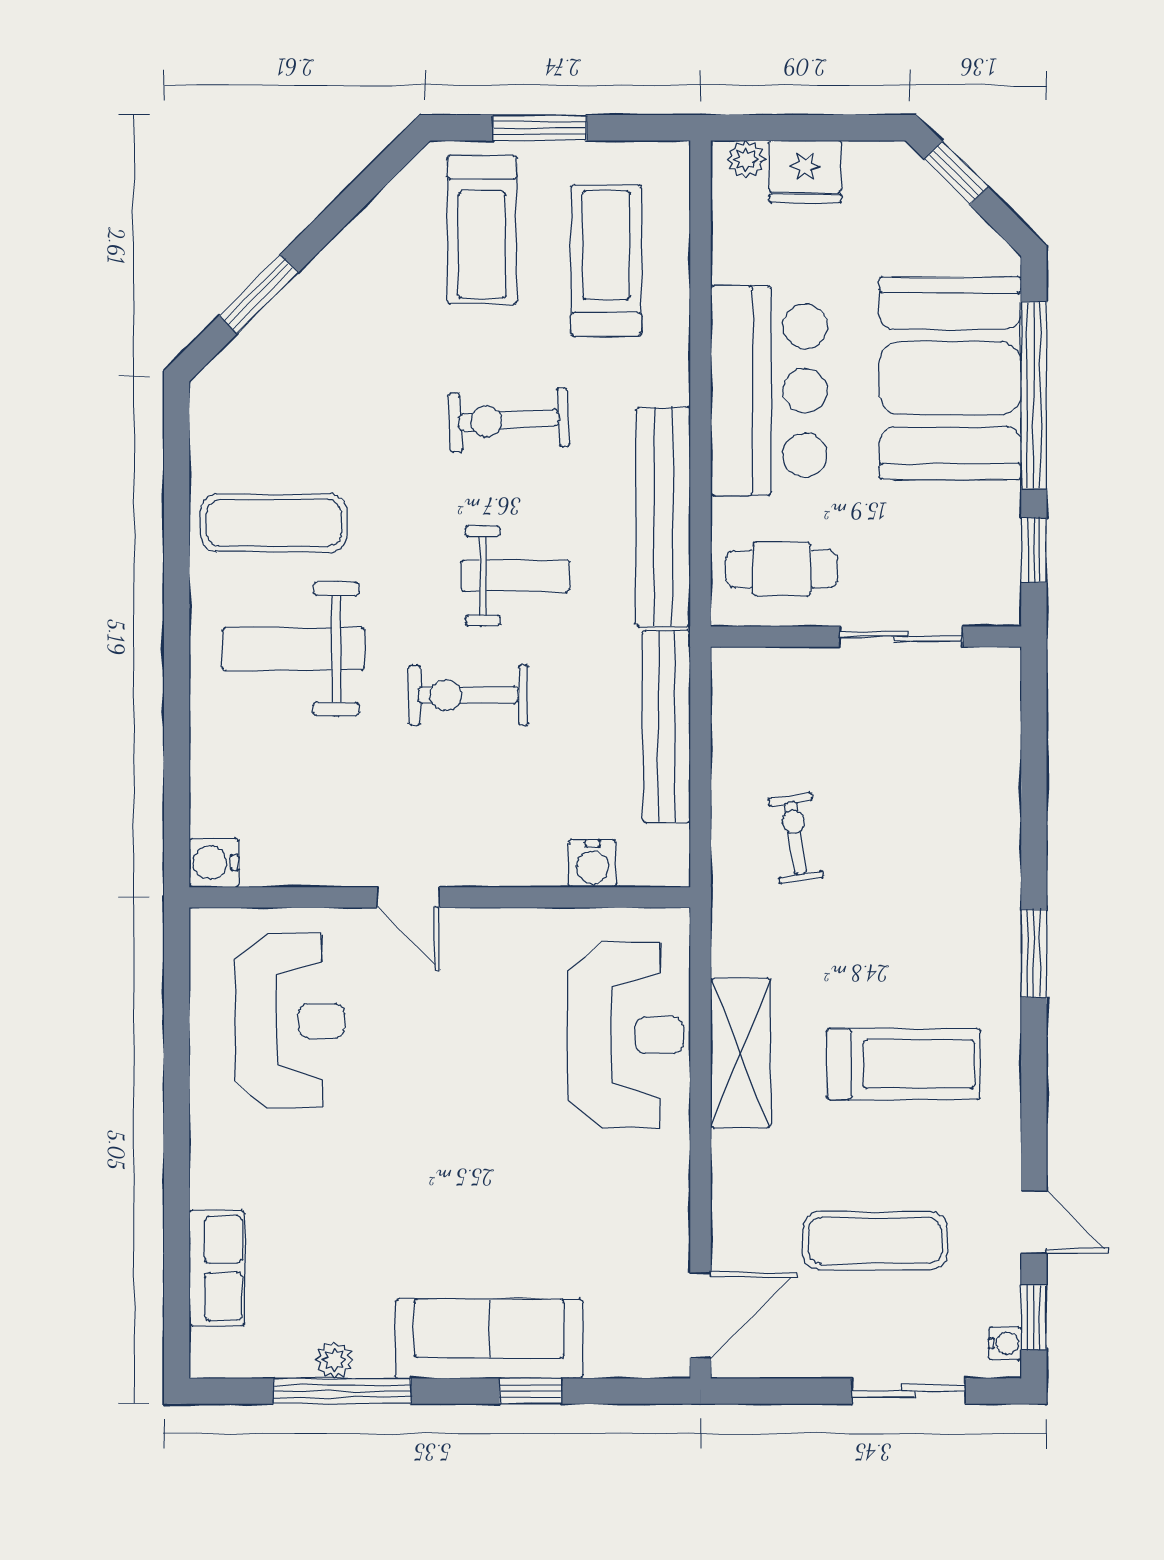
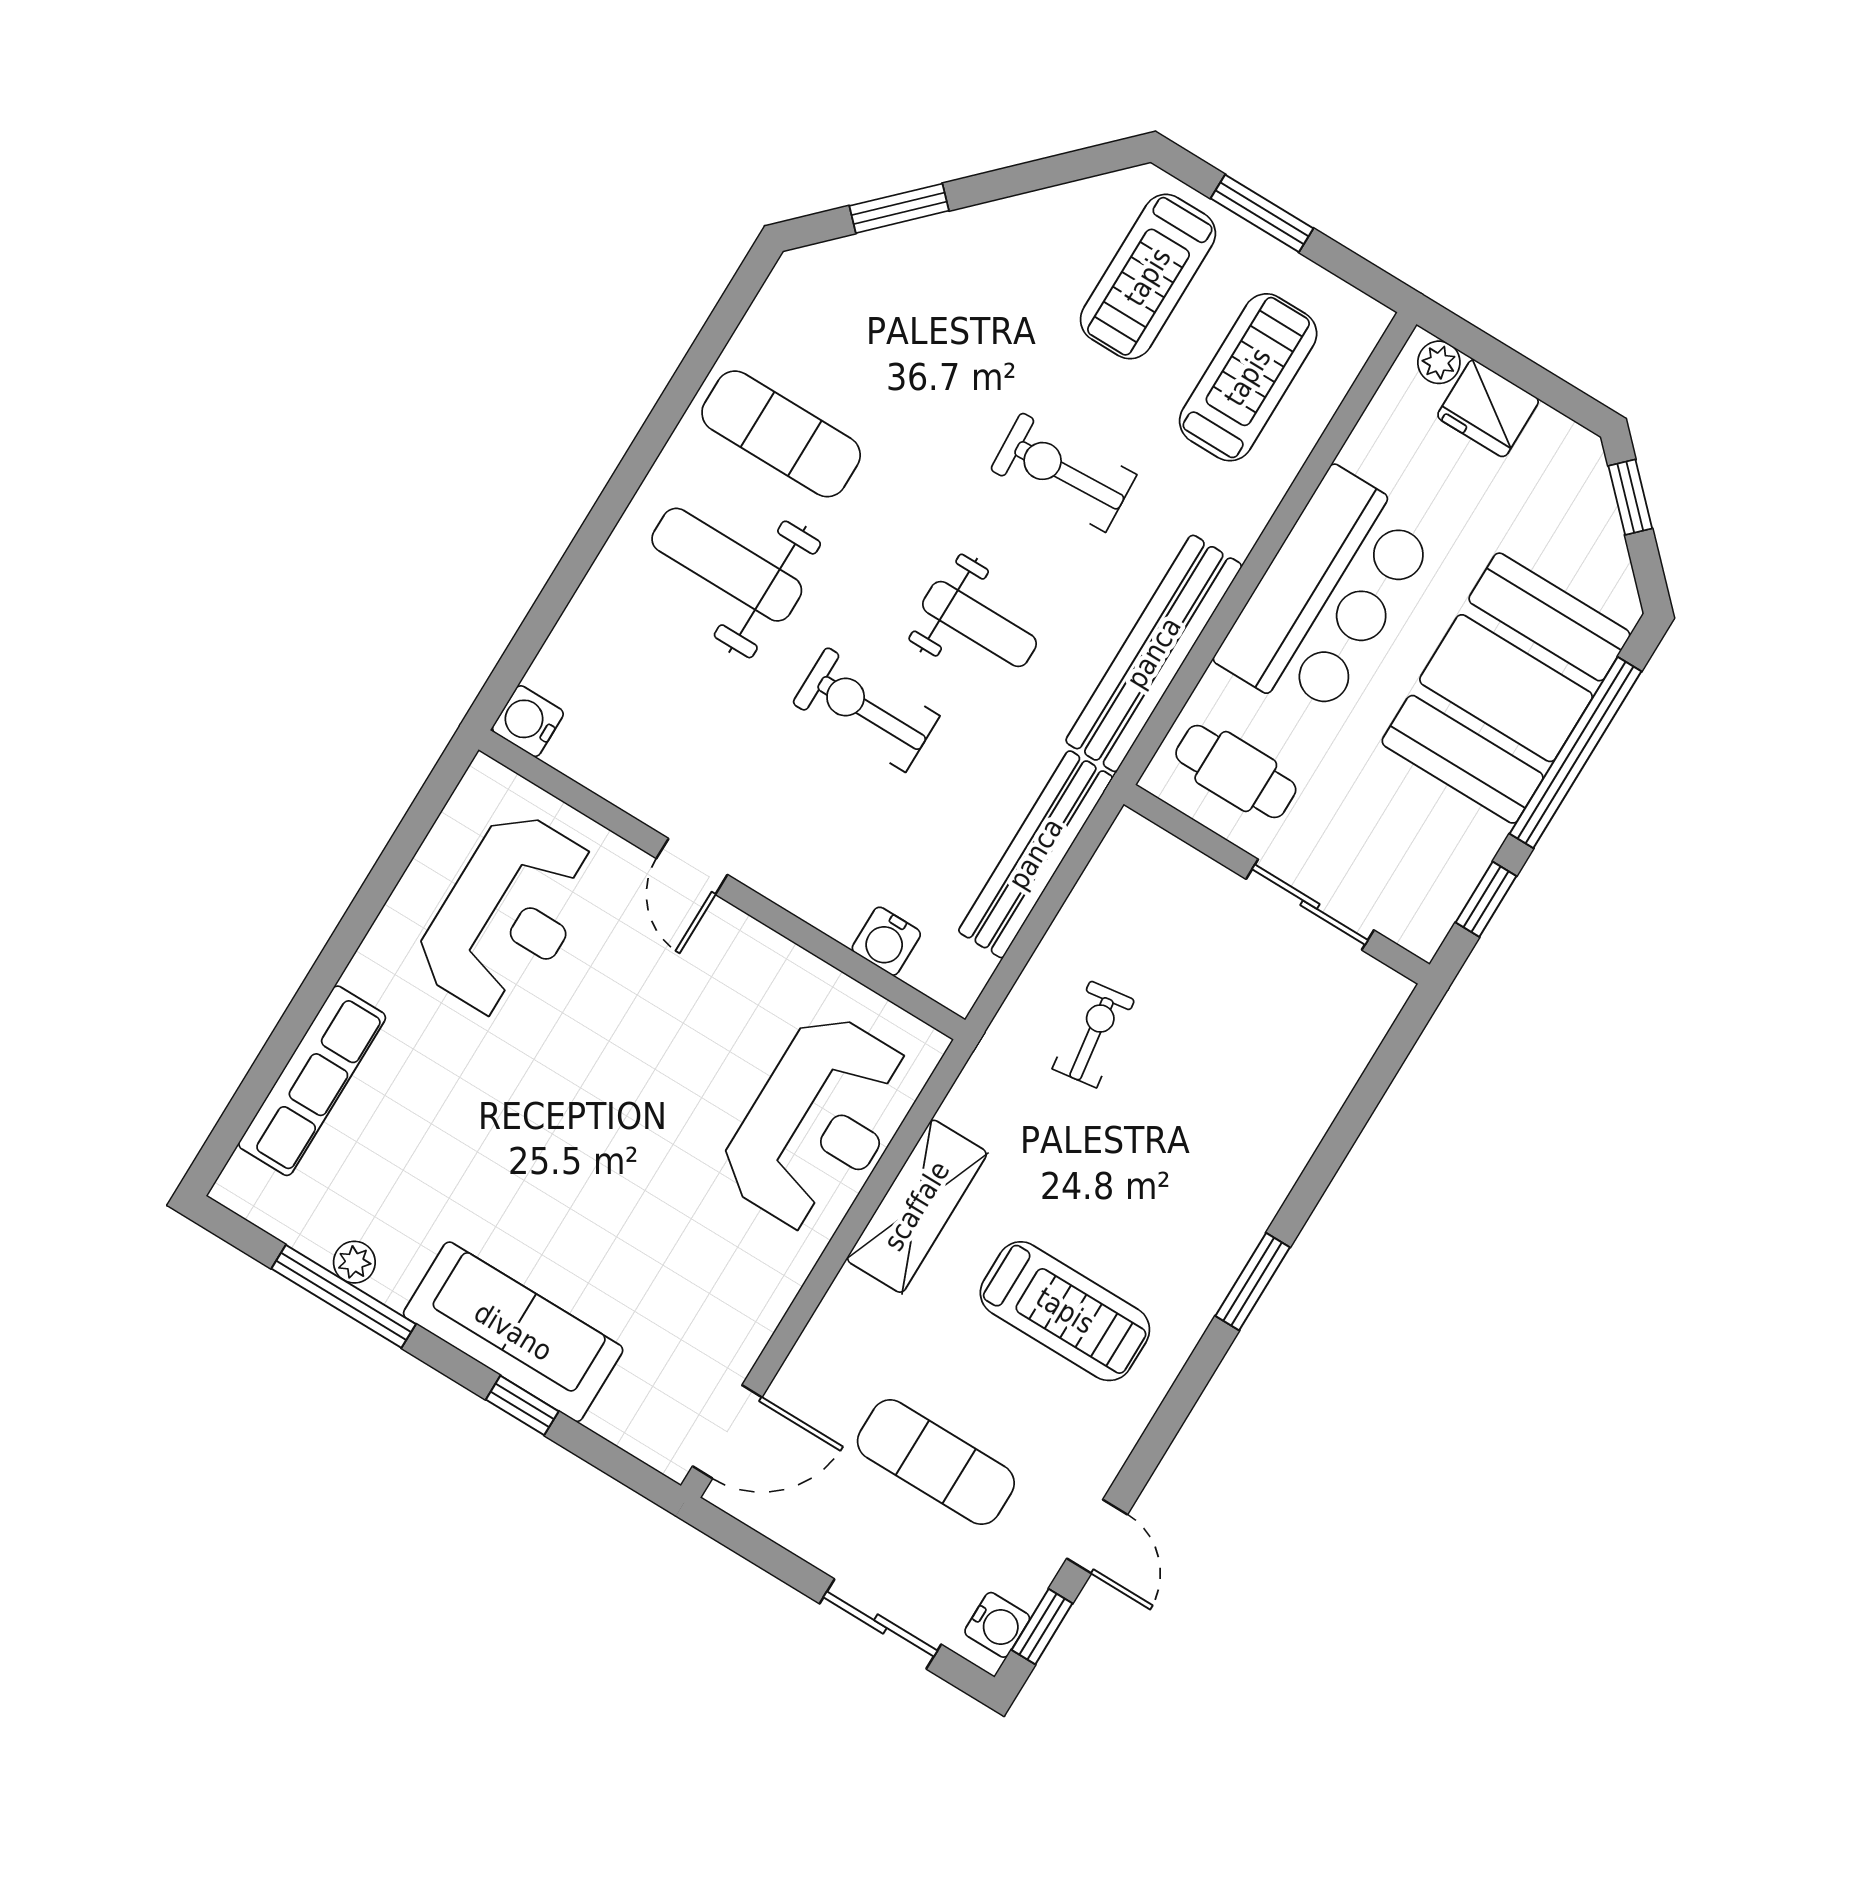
row of seats: (217, 1268) -> (312, 1081), width x1.48
water cooler: (1005, 1343) -> (997, 1625), width x1.38, depth x1.38

